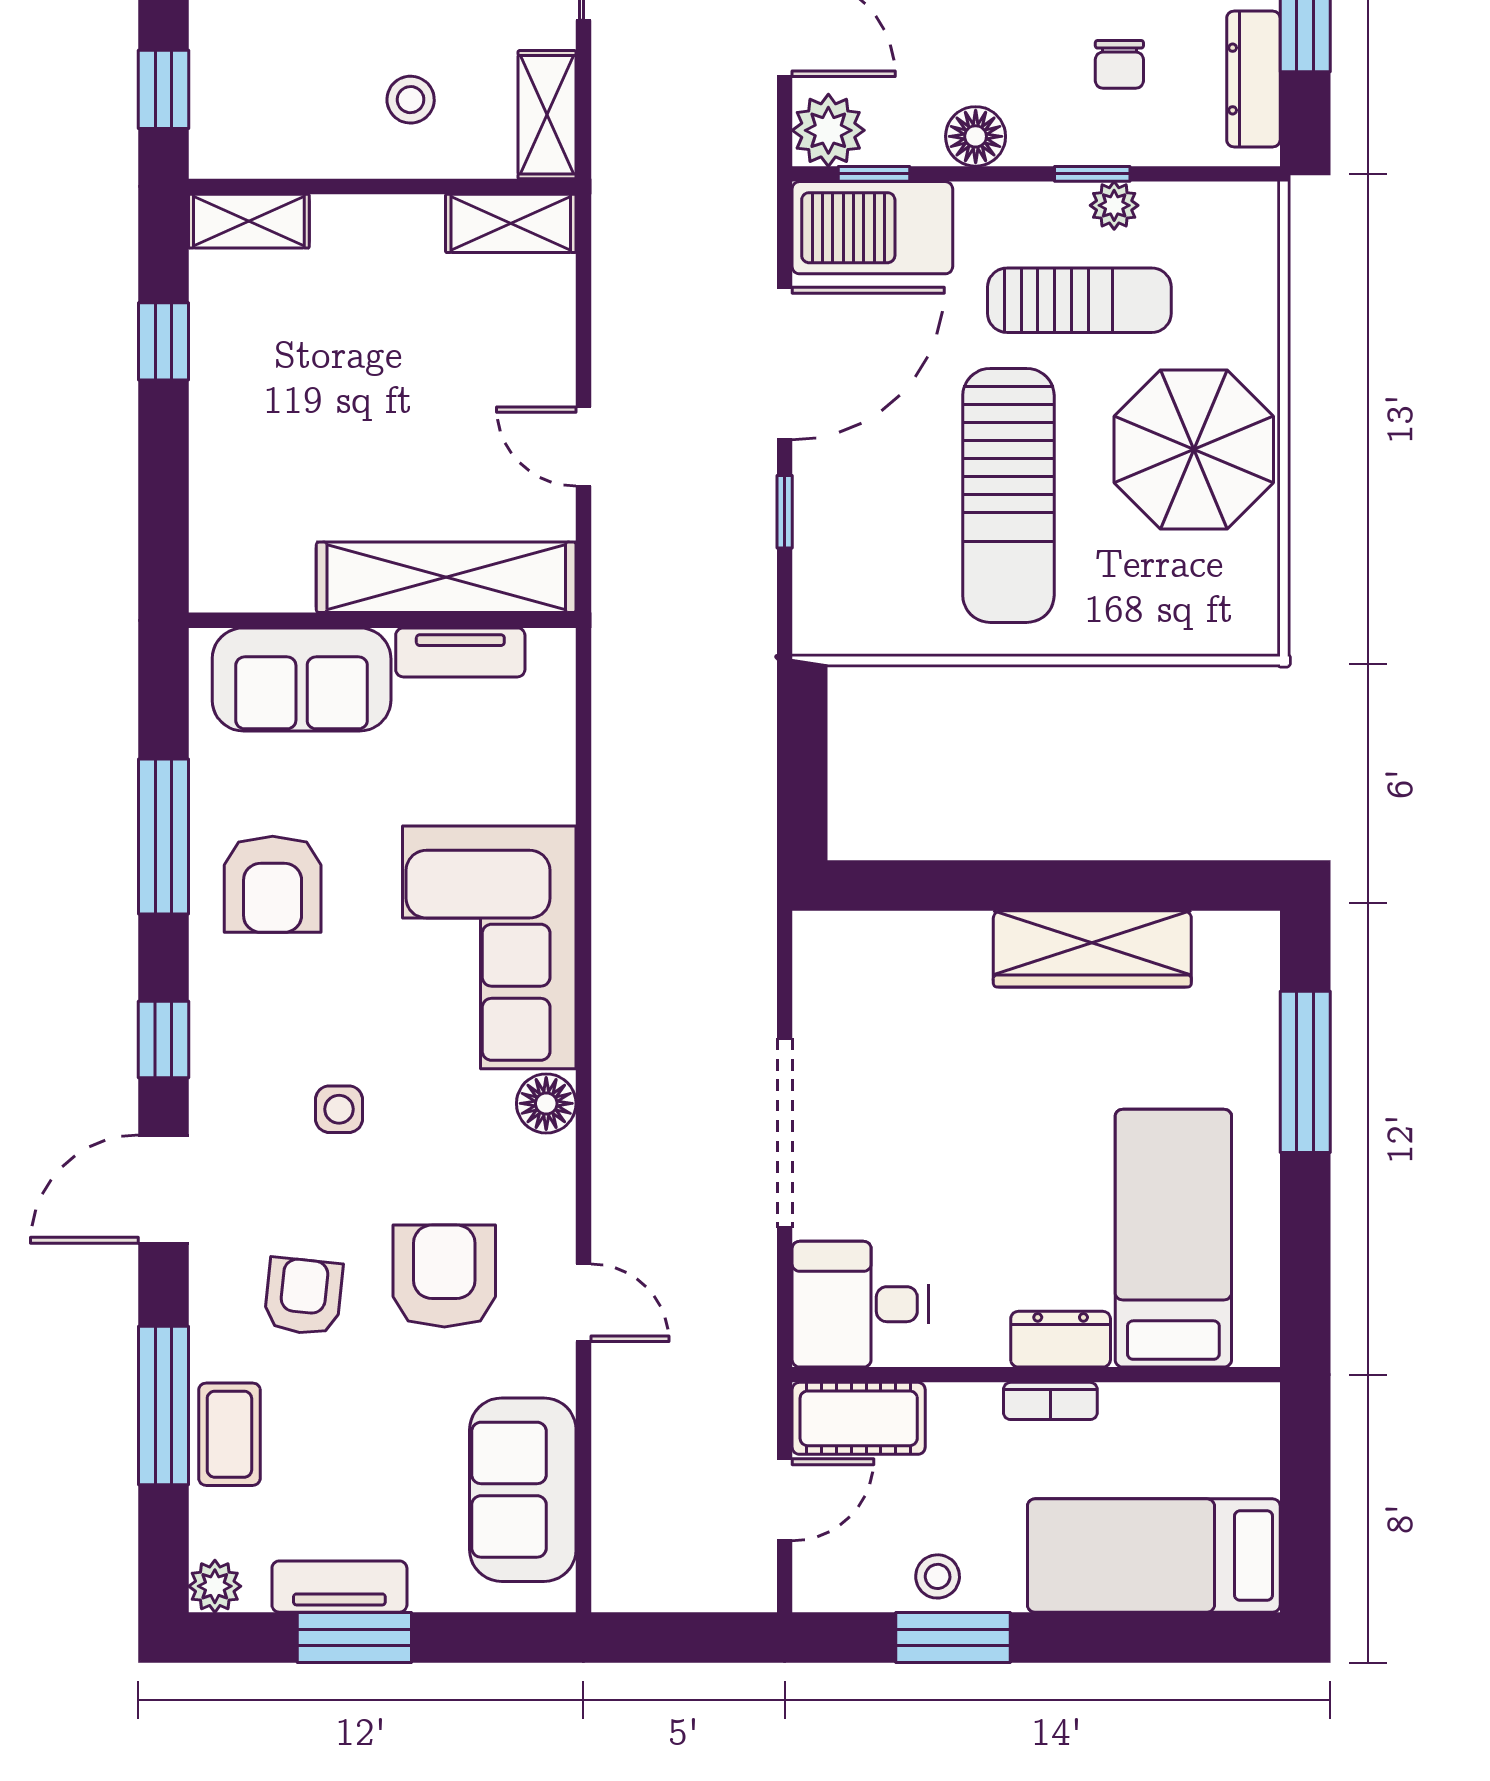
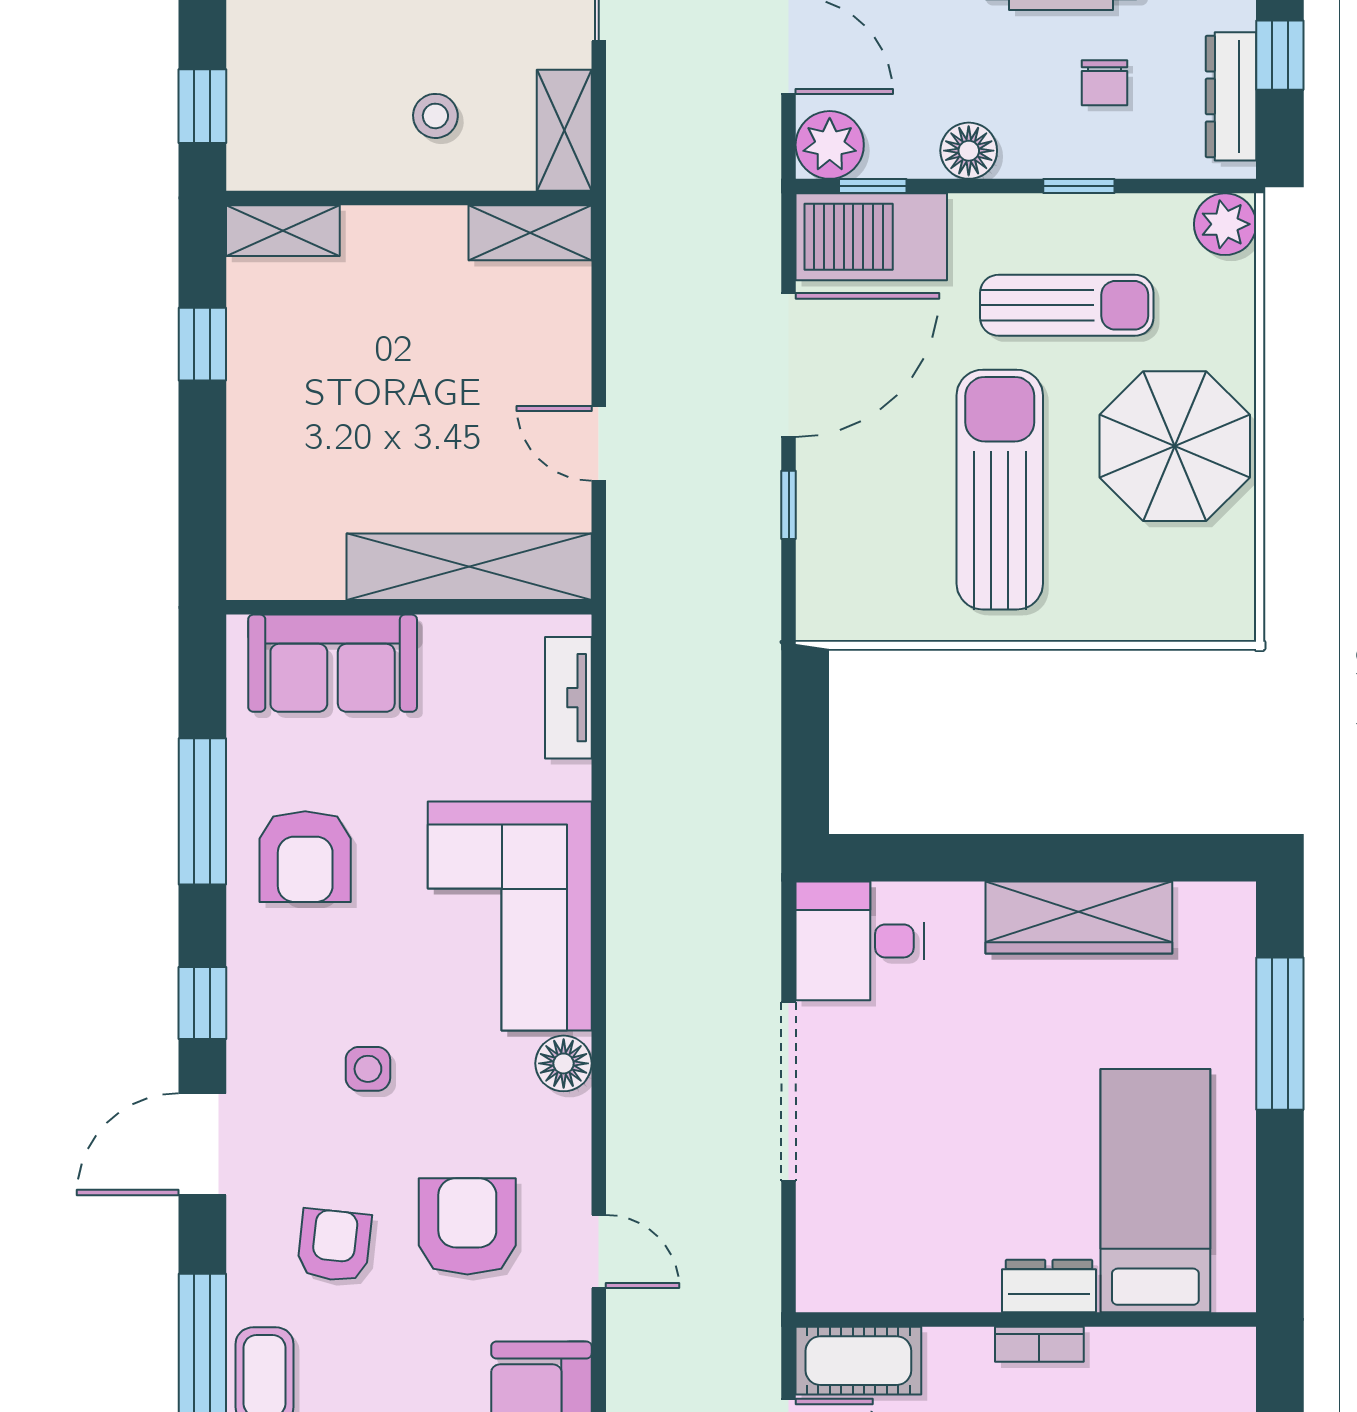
plant: (1114, 205) -> (1225, 224), moved, width x1.38, depth x1.38
sun lounger: (1008, 495) -> (1000, 490), turned 180
tv unit: (460, 652) -> (568, 698), moved, turned 90
desk: (860, 1304) -> (860, 941), moved

